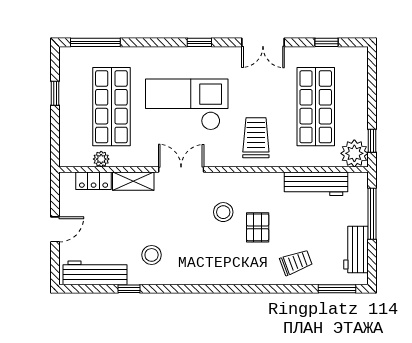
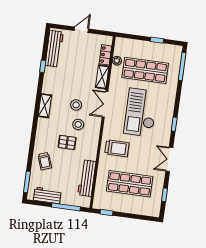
checkout: (187, 104) -> (141, 112), turned 180
plant: (354, 153) -> (101, 202), removed
double door: (181, 169) -> (105, 104), swing flipped
door: (55, 229) -> (81, 30), swing flipped
stool: (152, 255) -> (76, 105), moved
shelving: (198, 276) -> (45, 106), added

